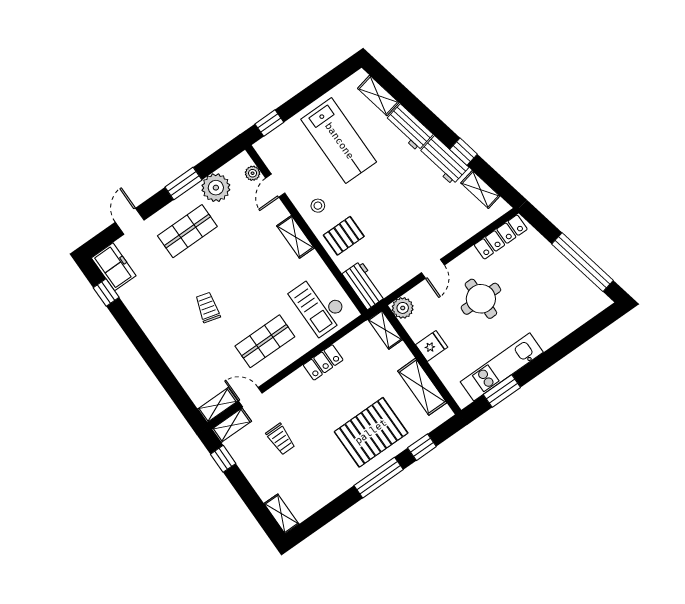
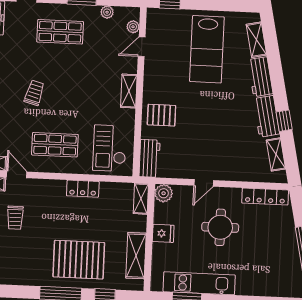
plant: (216, 188) -> (107, 12), width x0.53, depth x0.53
stool: (318, 206) -> (160, 82), removed

